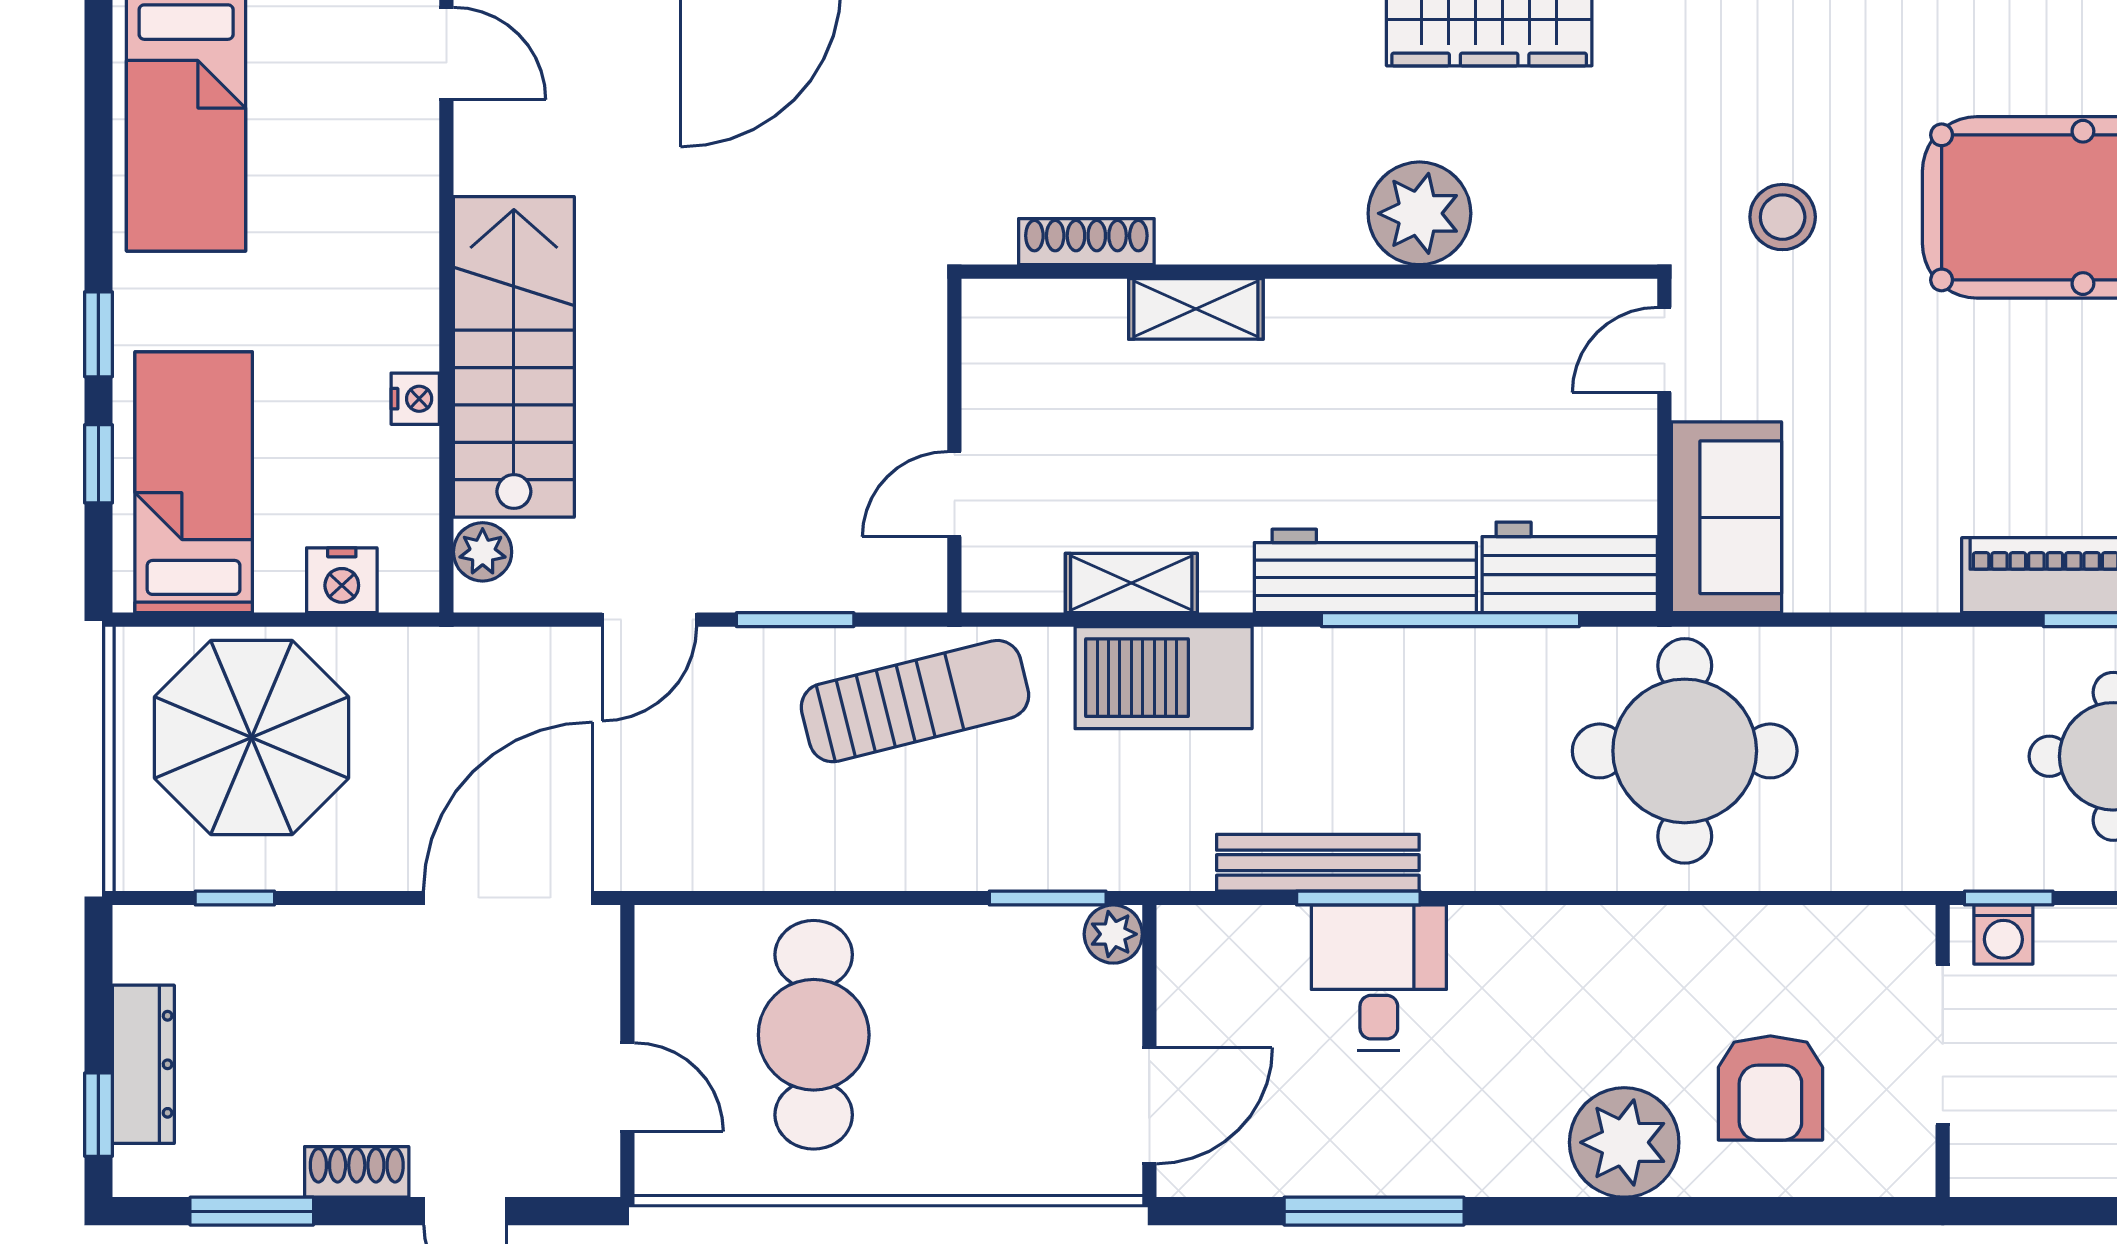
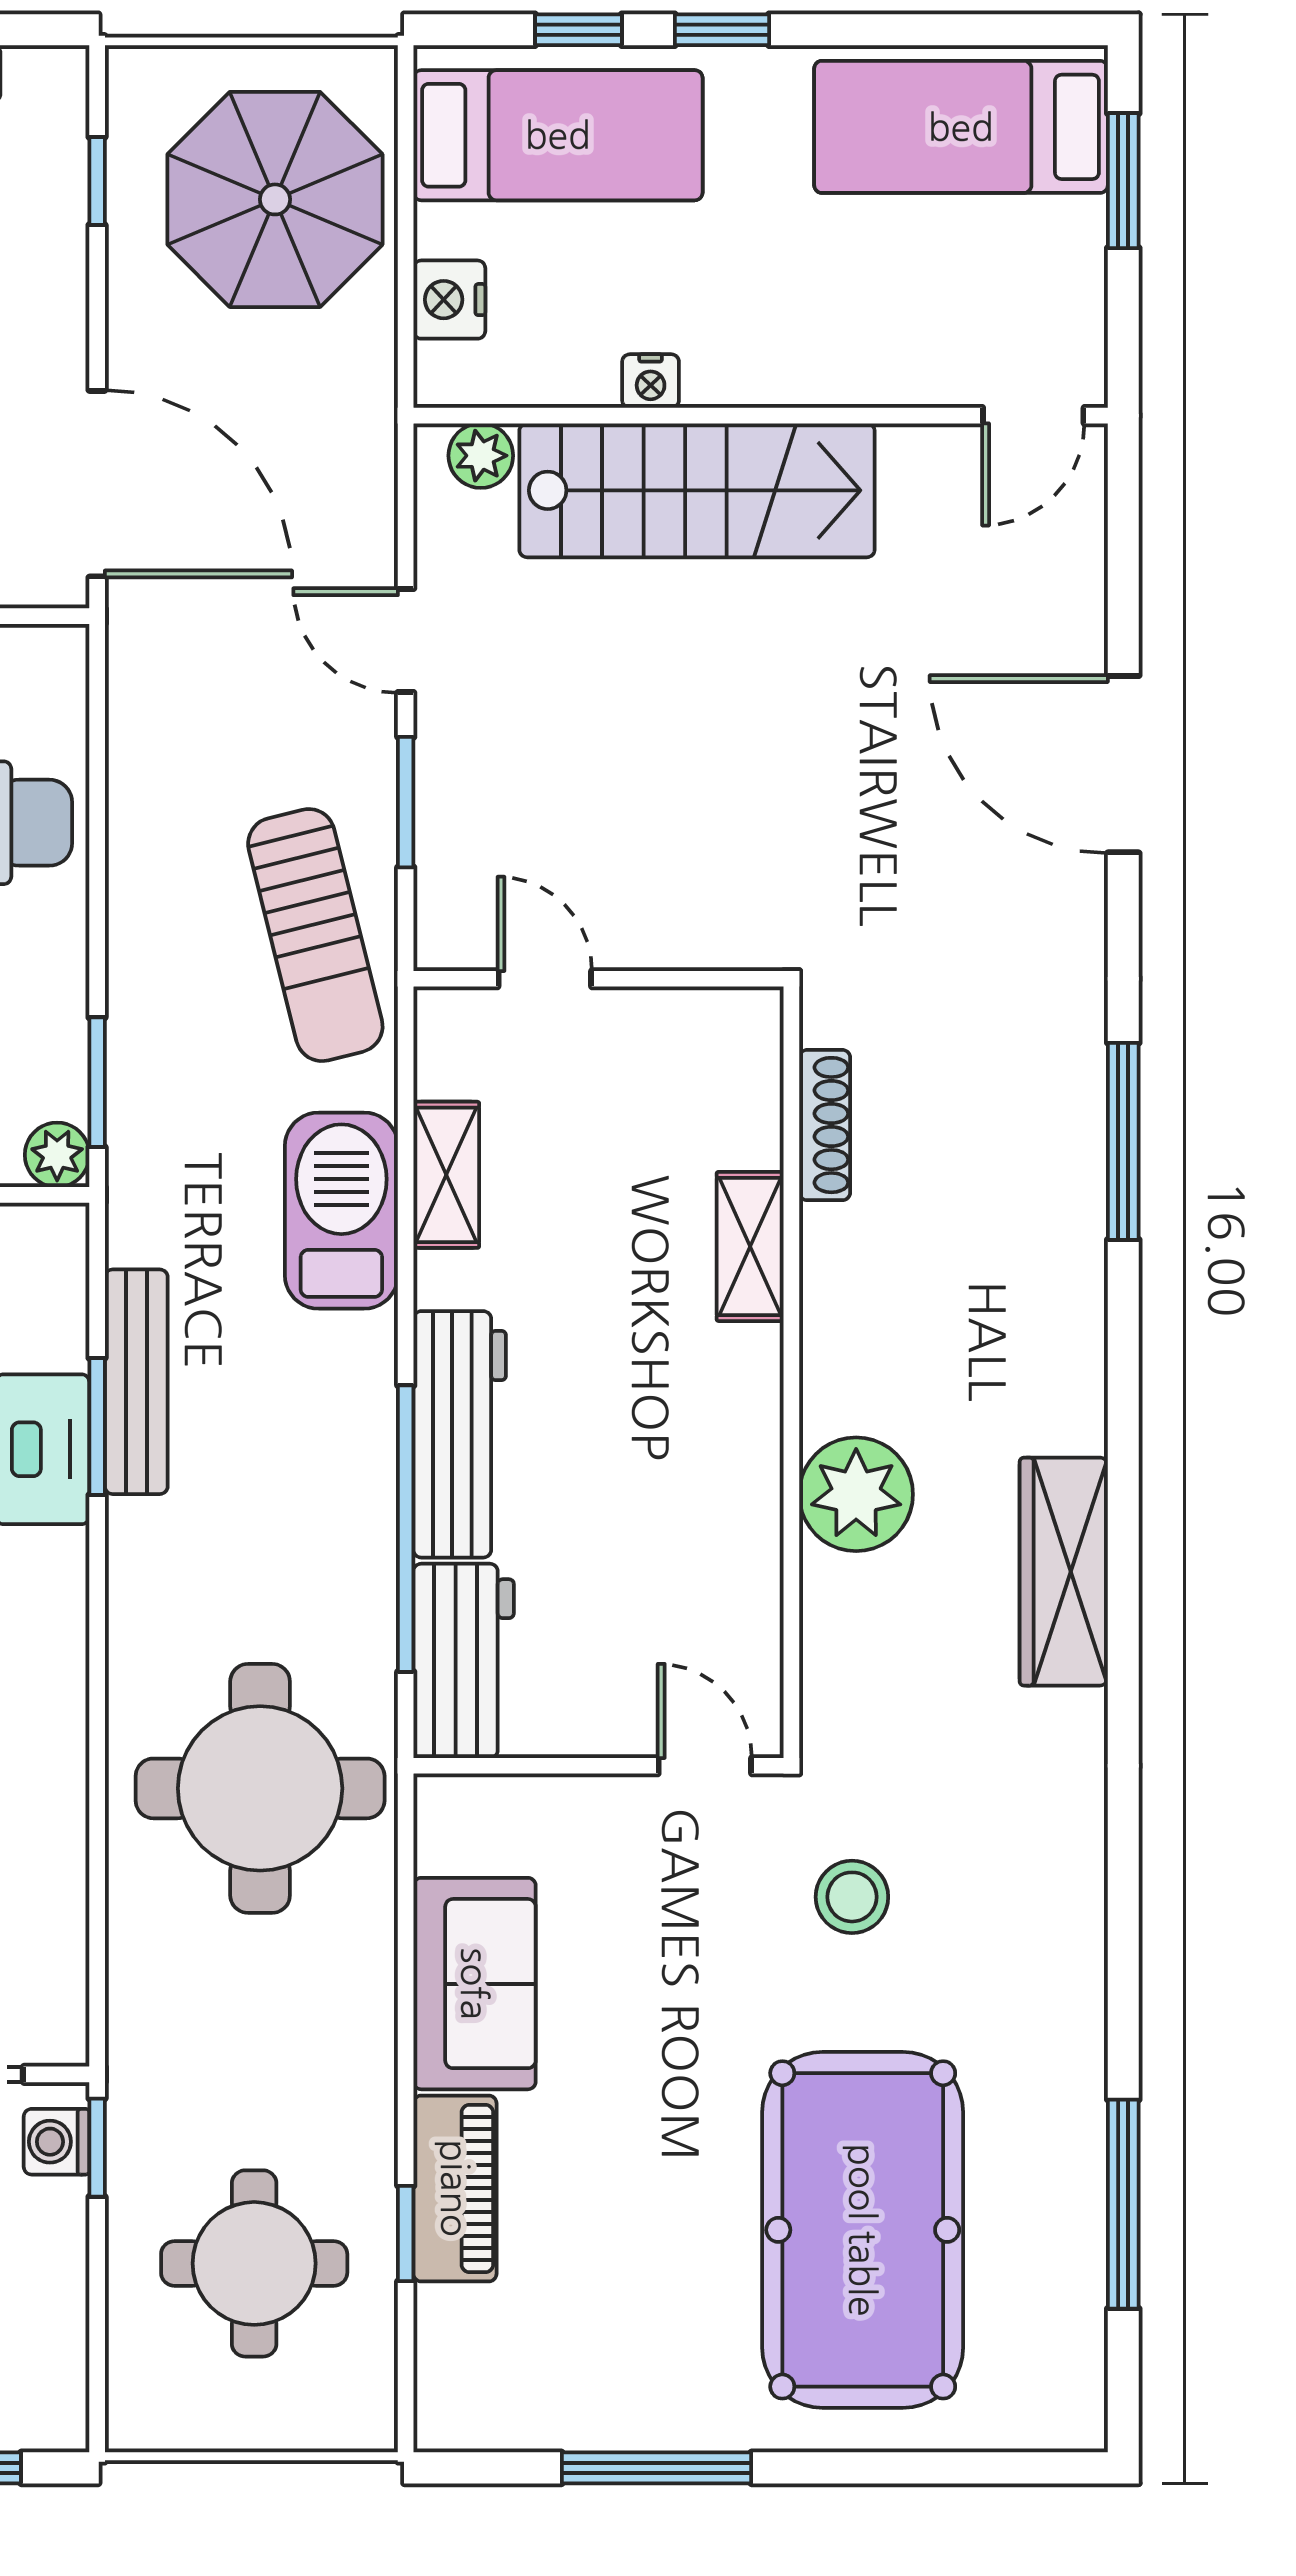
sofa: (1726, 517) -> (475, 1984), moved, turned -90

